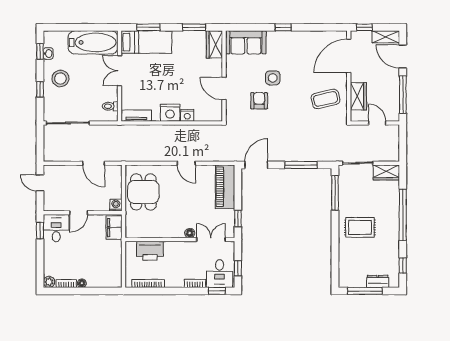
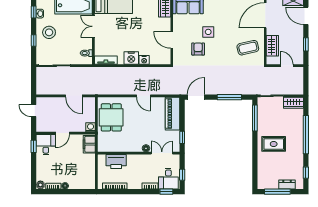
window: (403, 95) -> (306, 44), width x0.46

